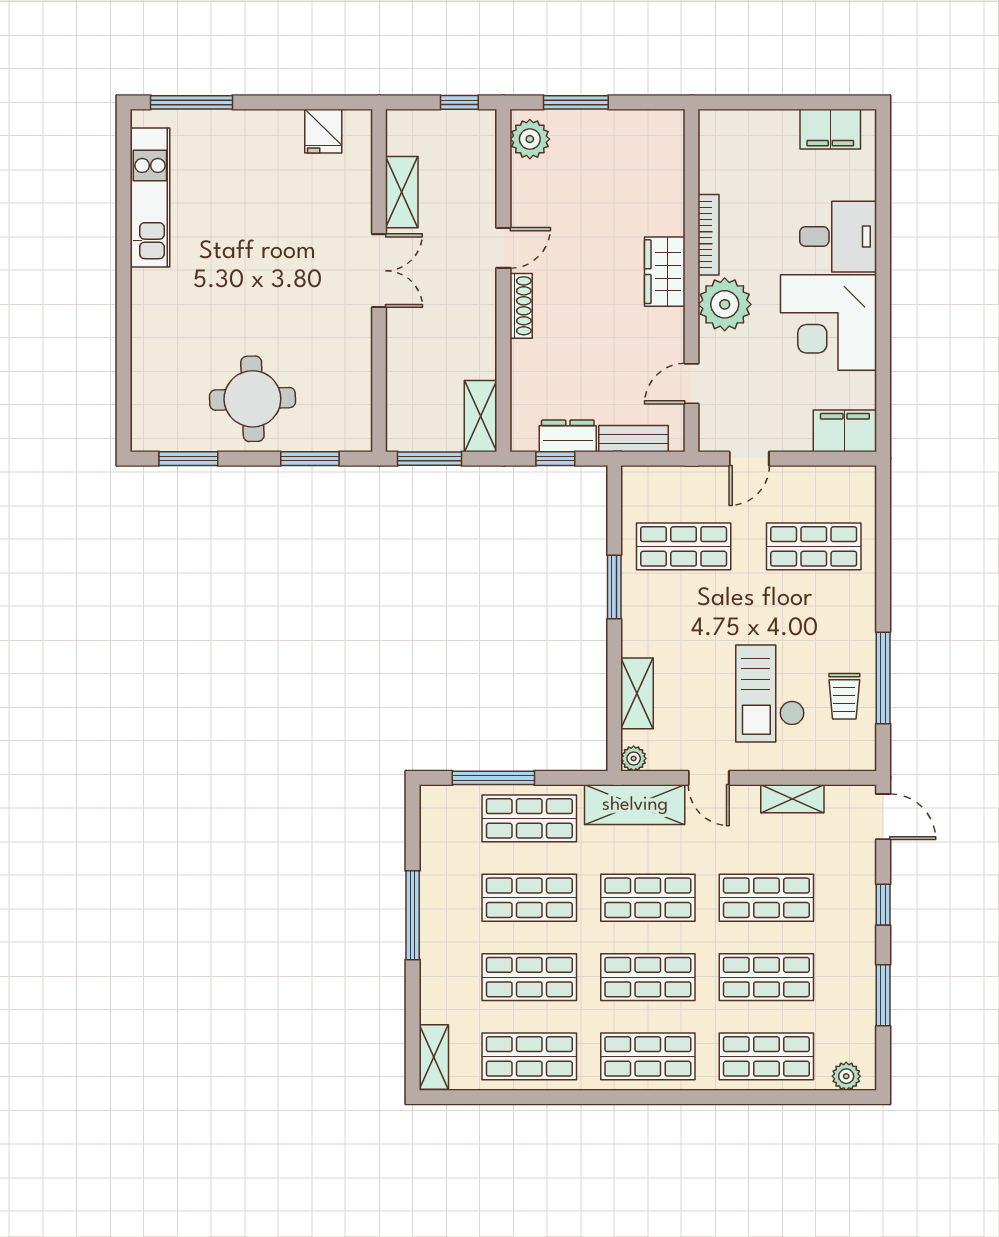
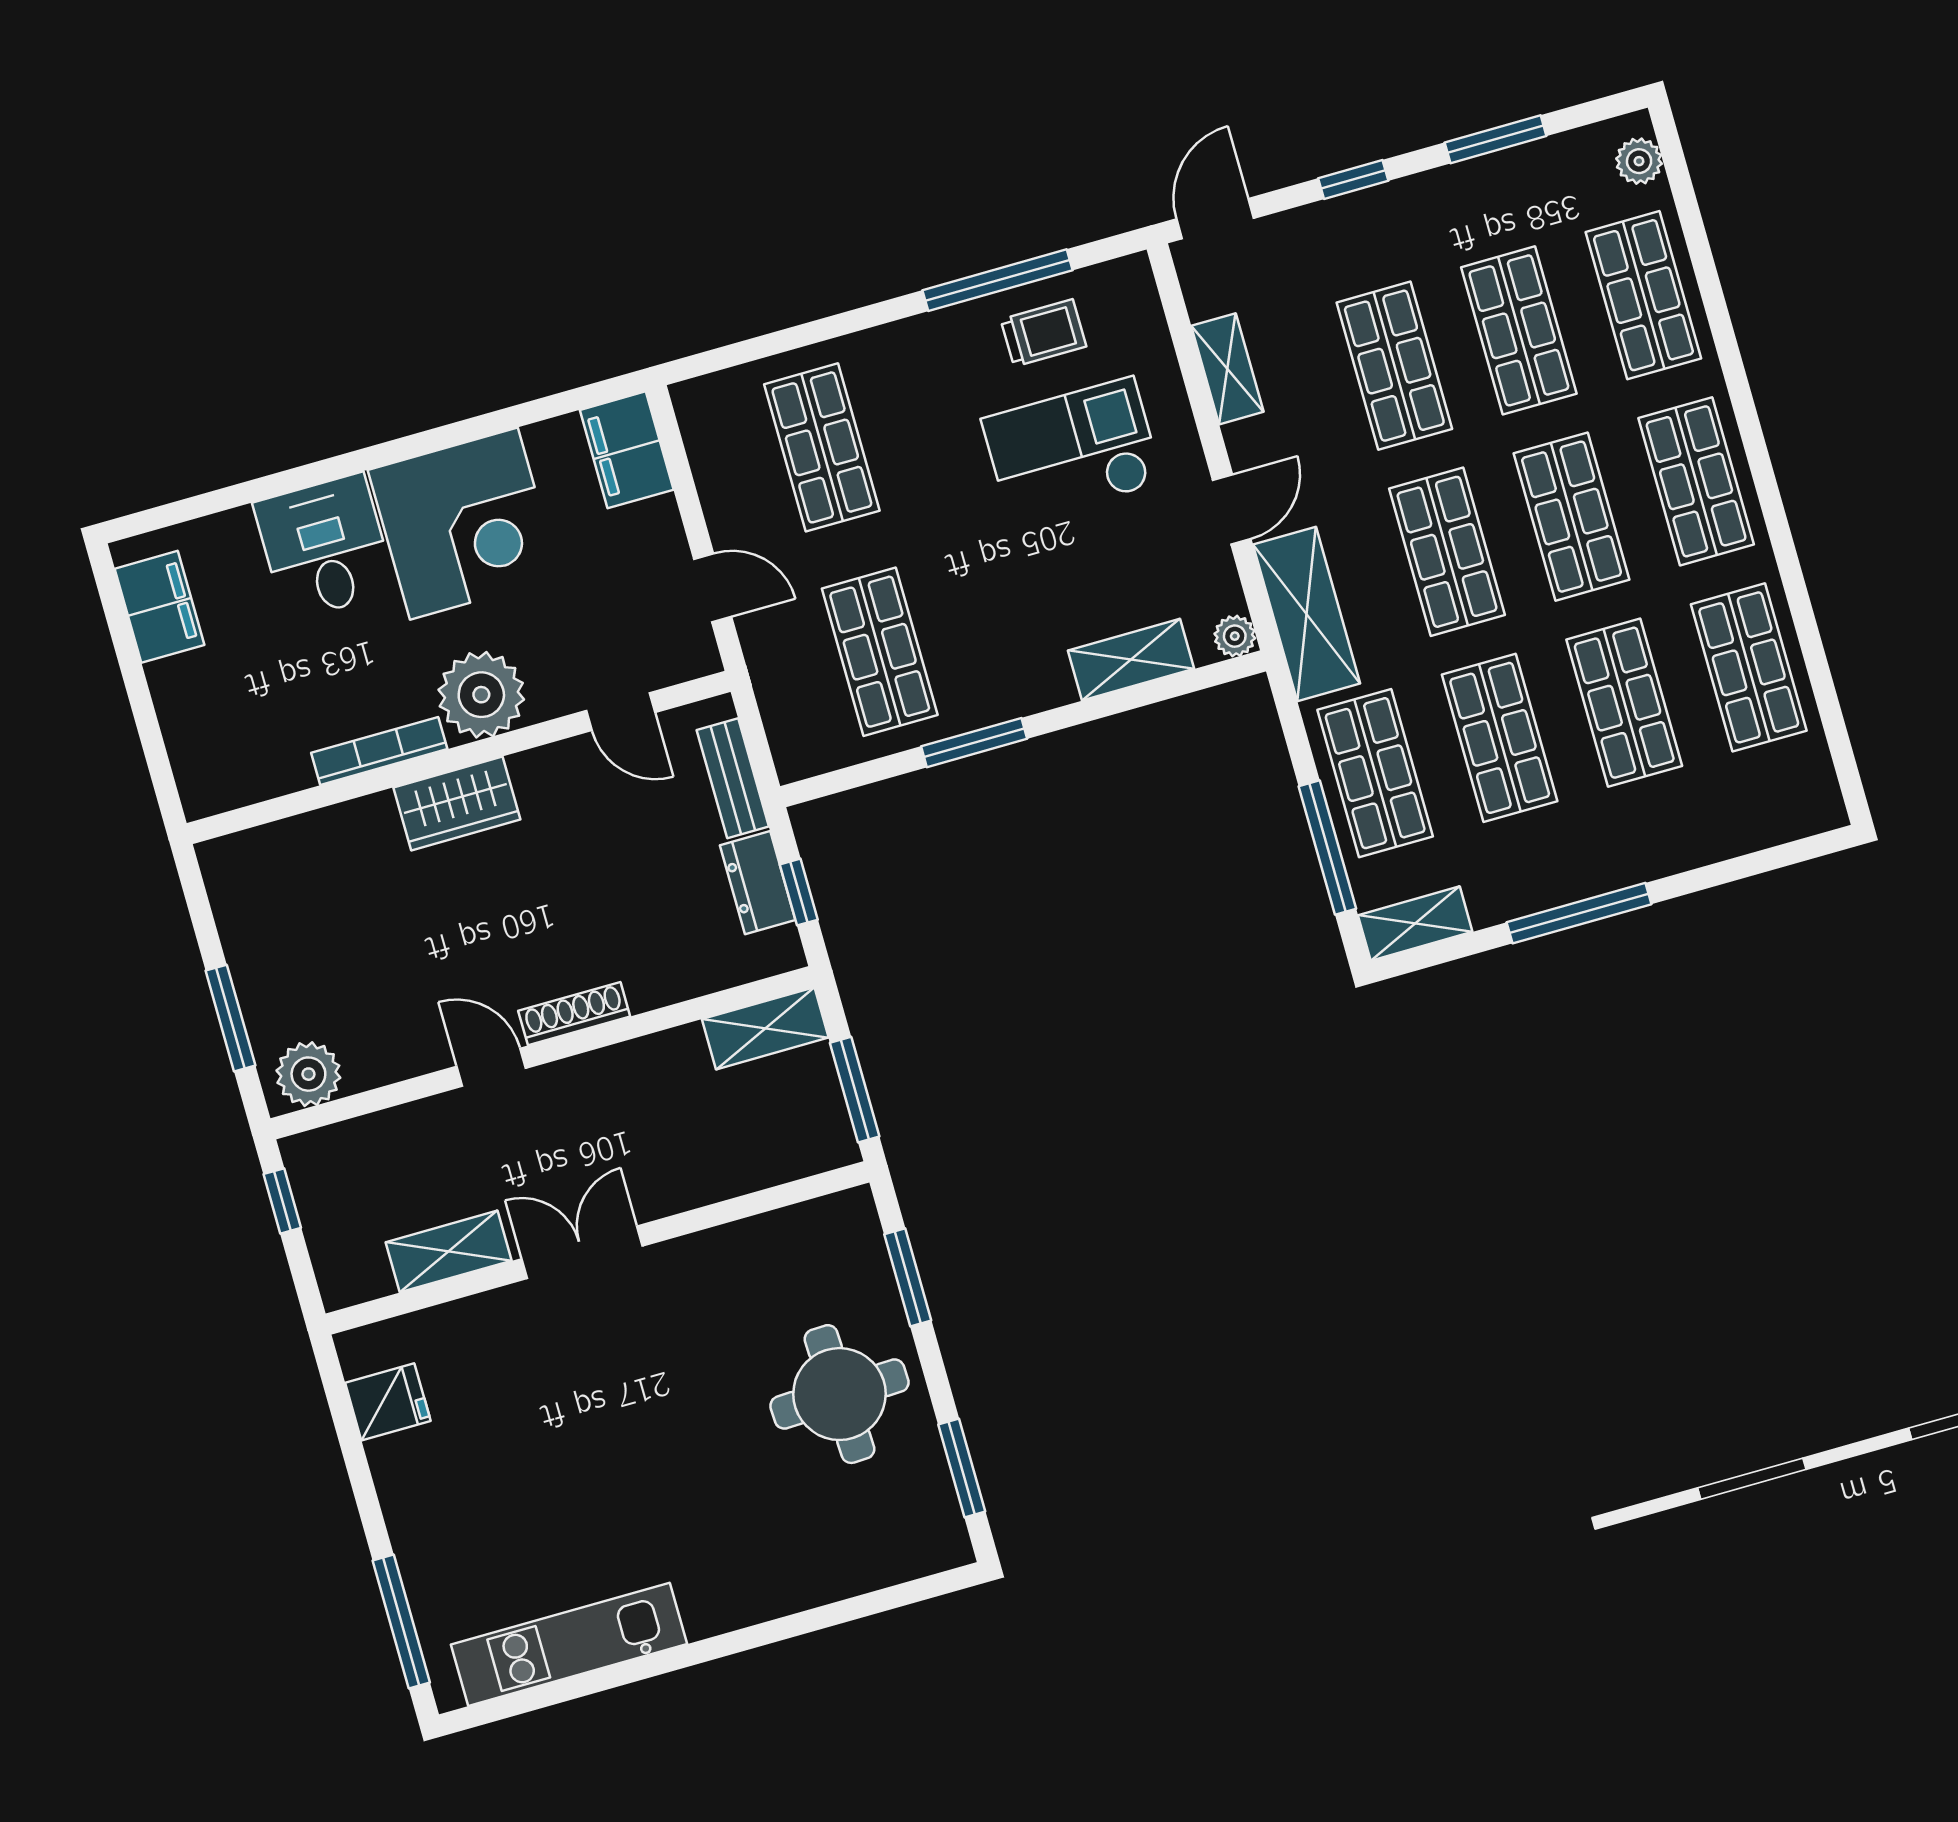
checkout: (770, 693) -> (1072, 451), turned 180
shelving: (434, 1057) -> (1415, 923), moved

